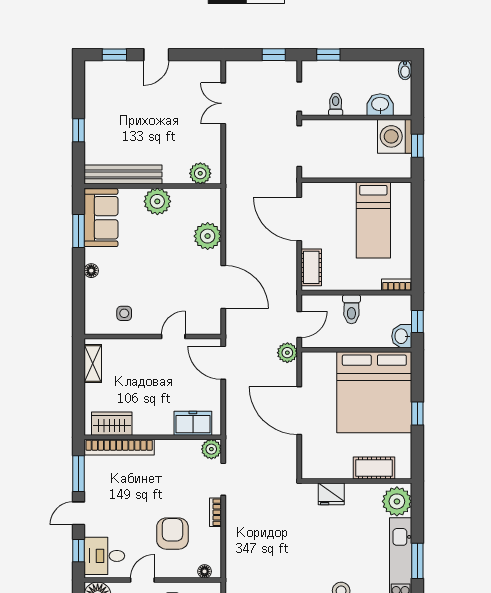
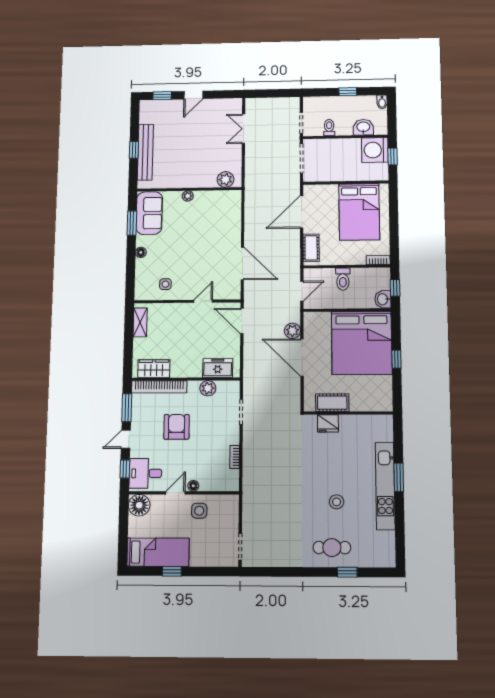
window: (274, 55) -> (282, 93), removed
window: (328, 55) -> (348, 92), moved
bench: (123, 174) -> (145, 152), moved, turned 90
plant: (157, 201) -> (188, 196), width x0.53, depth x0.53
door: (299, 219) -> (302, 212), hinge flipped
bed: (373, 220) -> (359, 212), width x1.50
plant: (208, 236) -> (231, 225), removed
plant: (287, 353) -> (292, 331), moved
plant: (211, 449) -> (208, 388), moved
cot: (374, 468) -> (332, 403), moved
plant: (397, 501) -> (381, 429), removed
bookcase: (215, 512) -> (235, 457), moved
armchair: (172, 534) -> (177, 427), moved
floor lamp: (205, 571) -> (193, 486), moved

